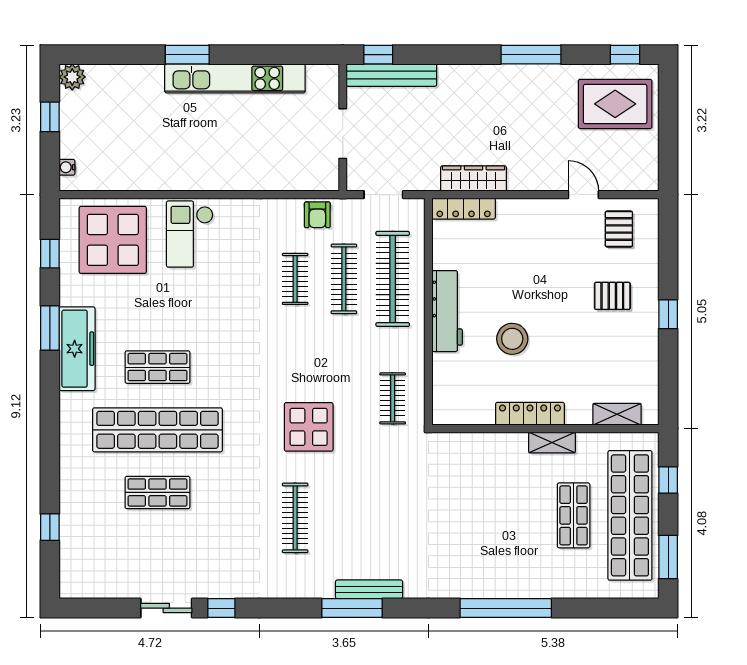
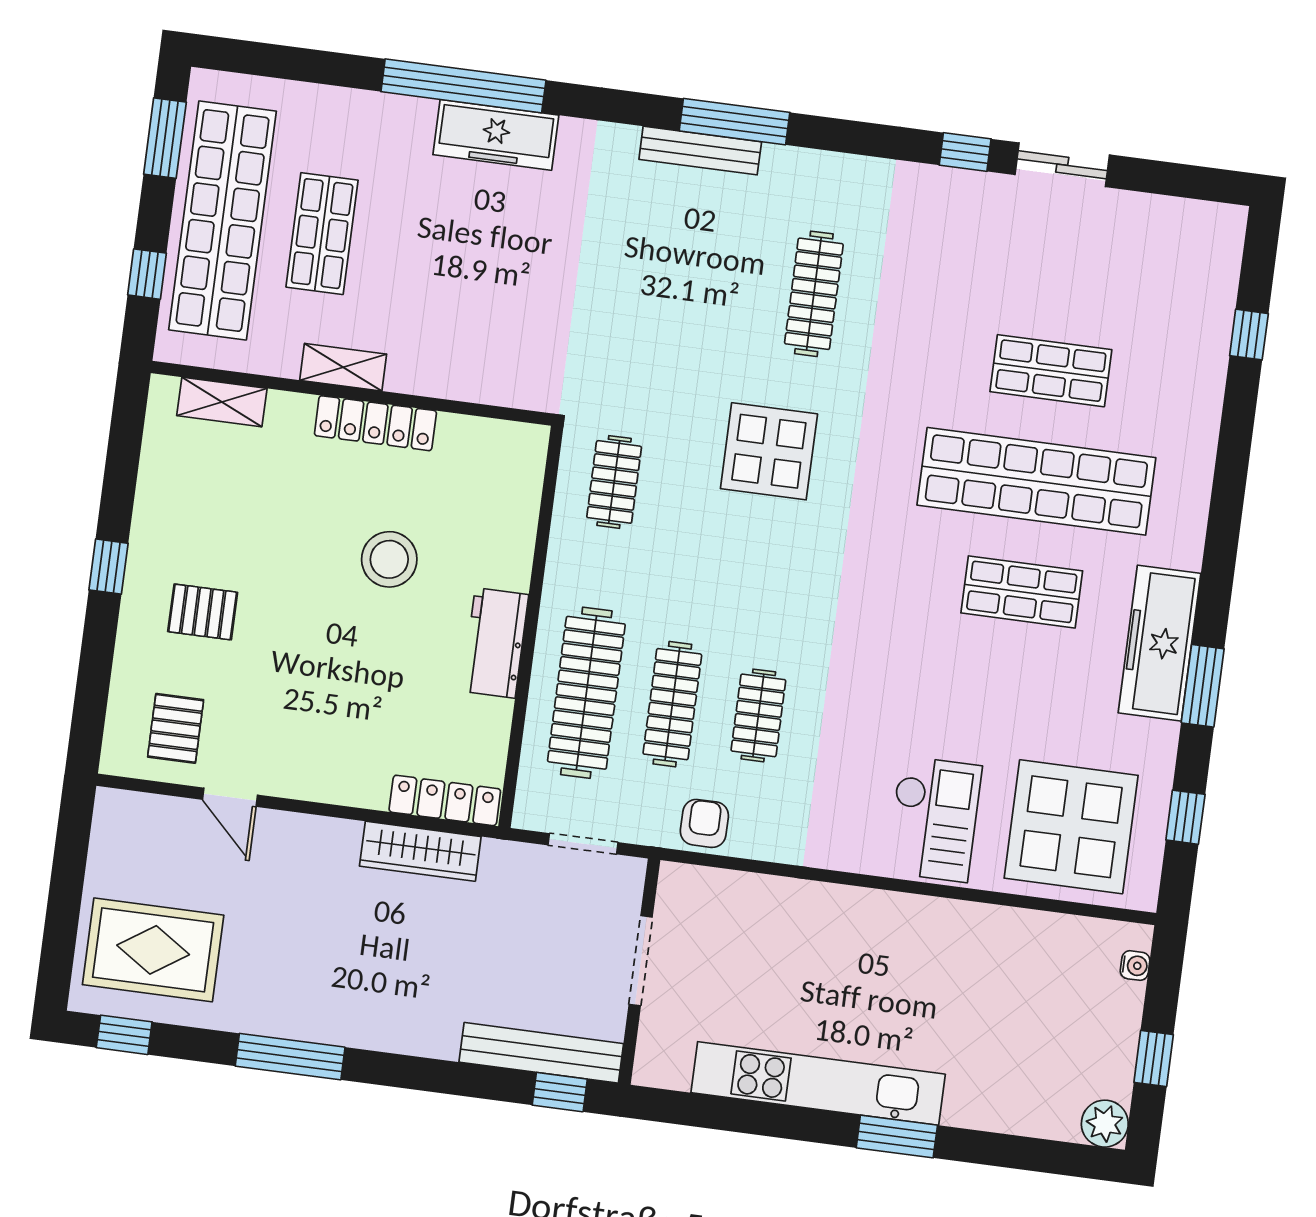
workbench: (447, 311) -> (495, 643), width x0.73
freezer: (484, 583) -> (496, 135), added

